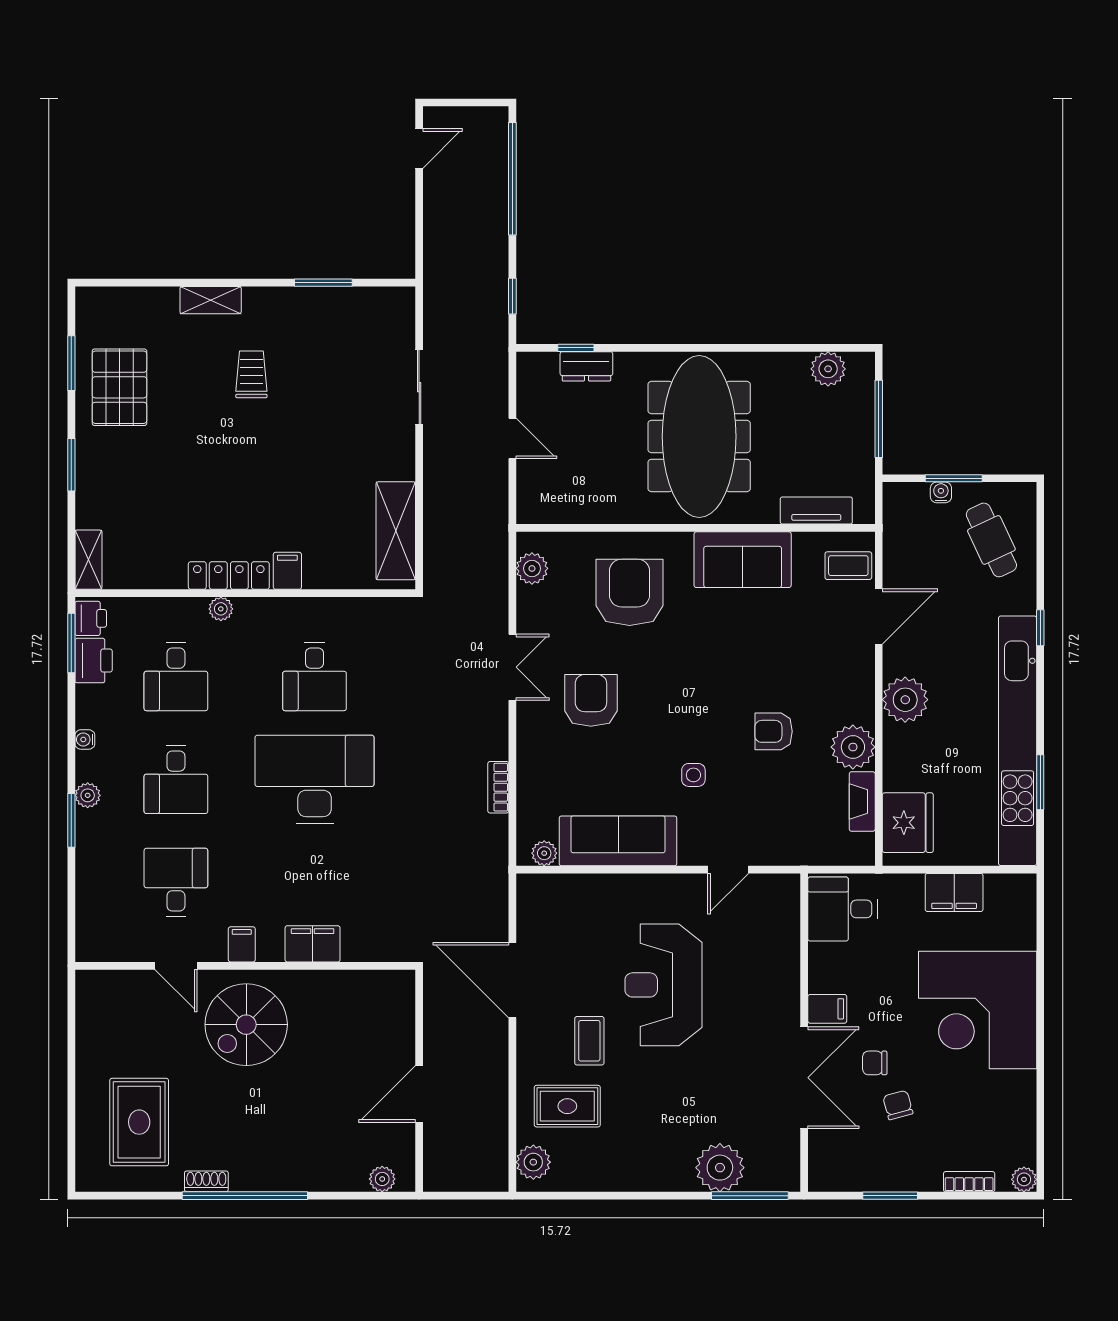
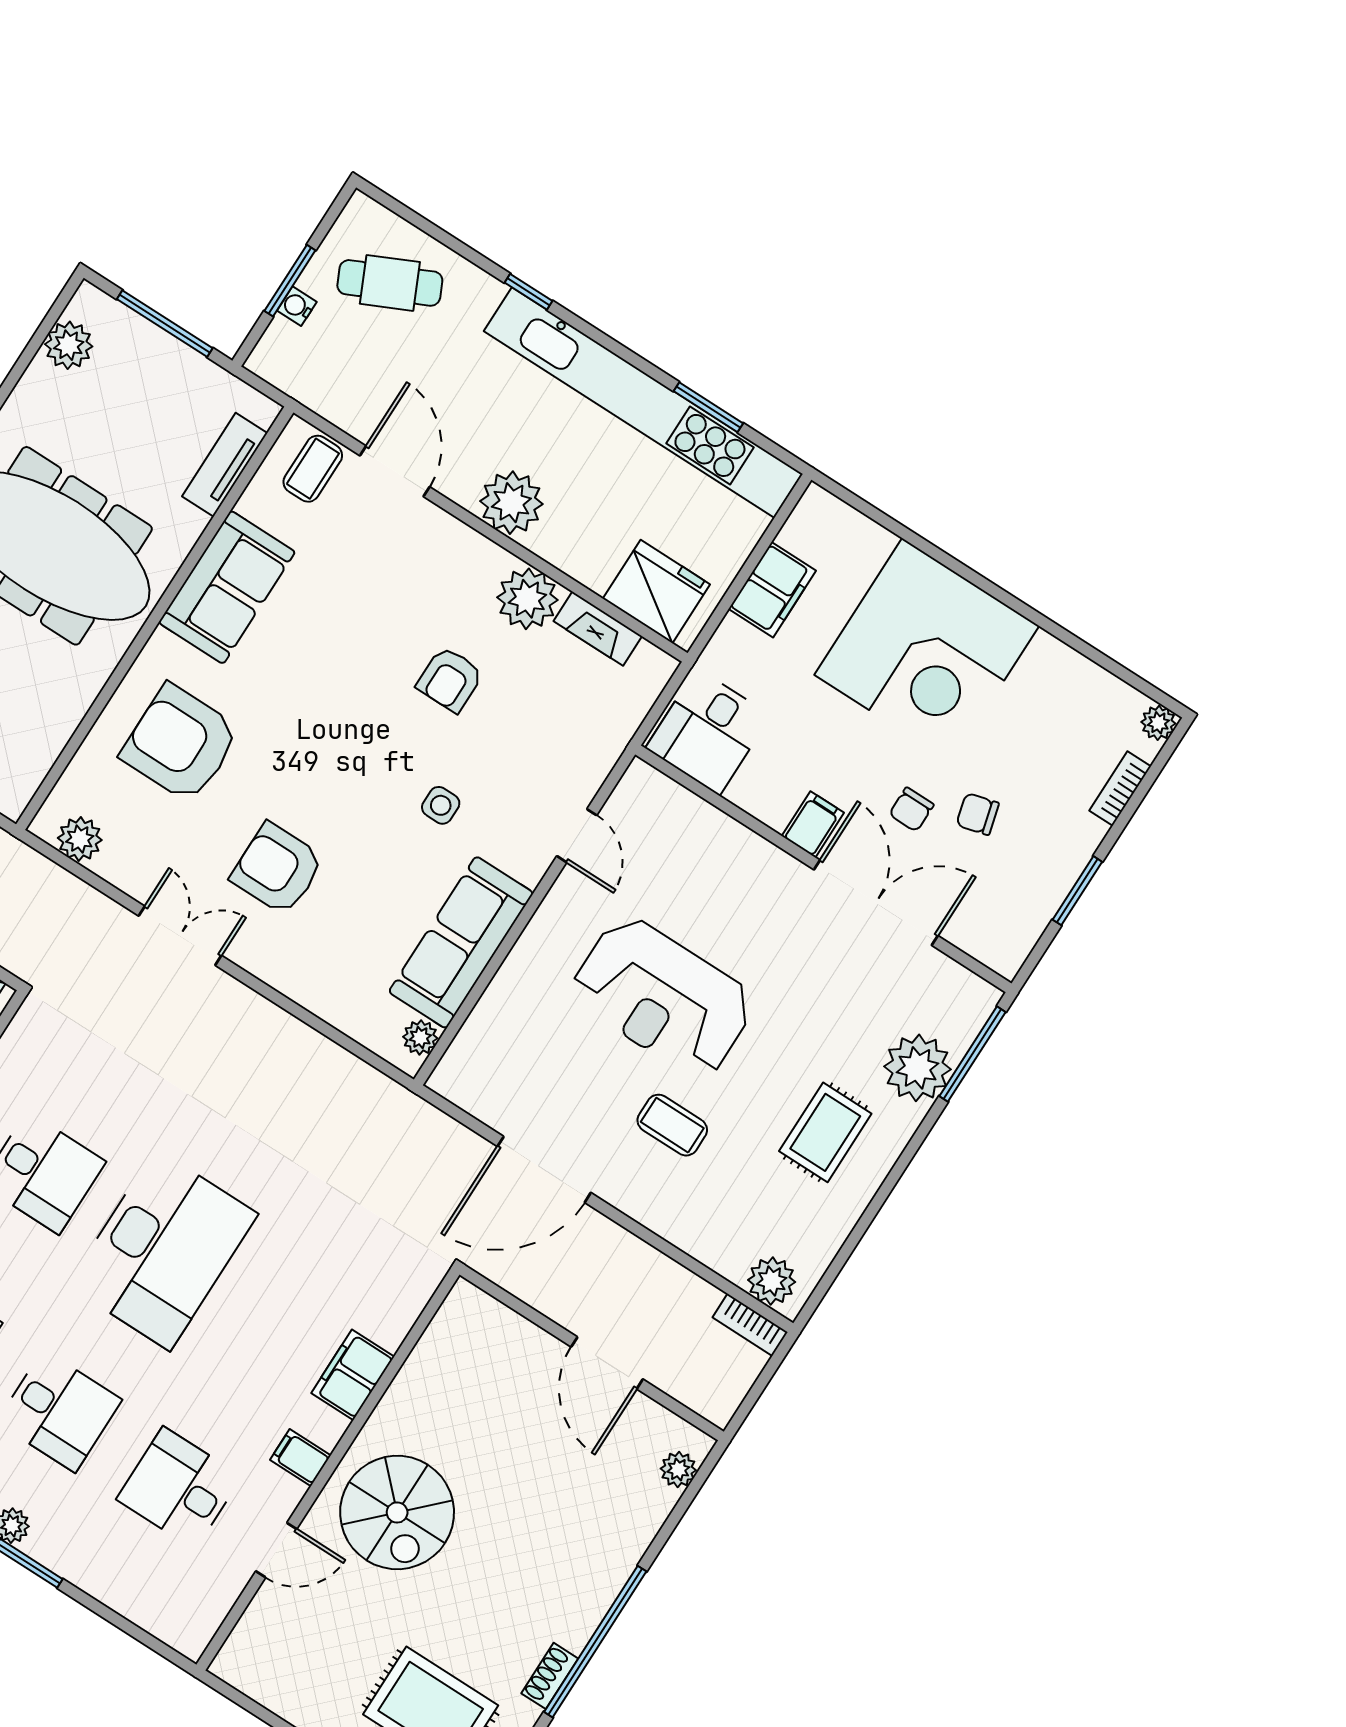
desk: (315, 779) -> (163, 1250), turned 180
bookcase: (498, 787) -> (750, 1325), moved
rug: (567, 1106) -> (825, 1132), moved

